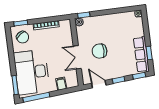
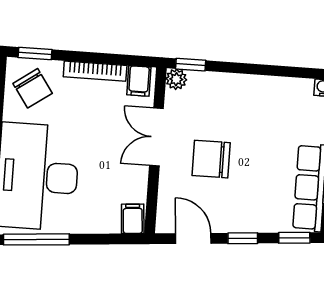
filing cabinet: (64, 26) -> (139, 81), added
double door: (77, 57) -> (156, 137), moved
filing cabinet: (61, 84) -> (133, 219), moved

